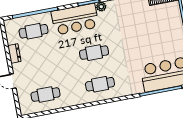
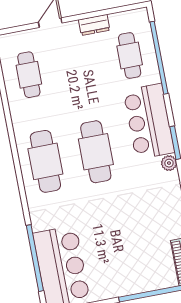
cafe table: (94, 53) -> (96, 152), width x1.37, depth x1.35
cafe table: (100, 84) -> (45, 161), width x1.37, depth x1.35

